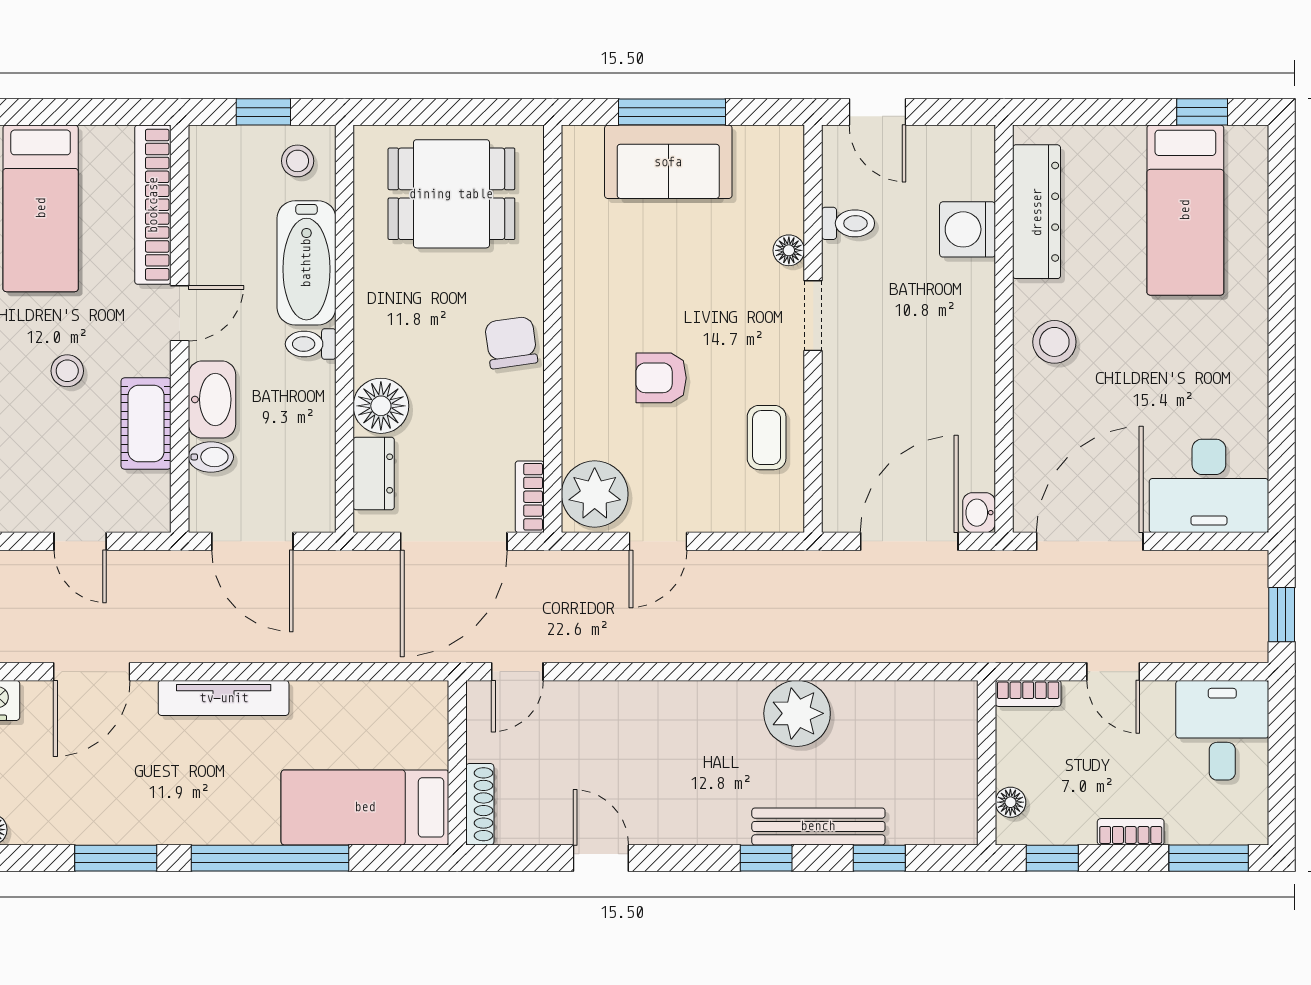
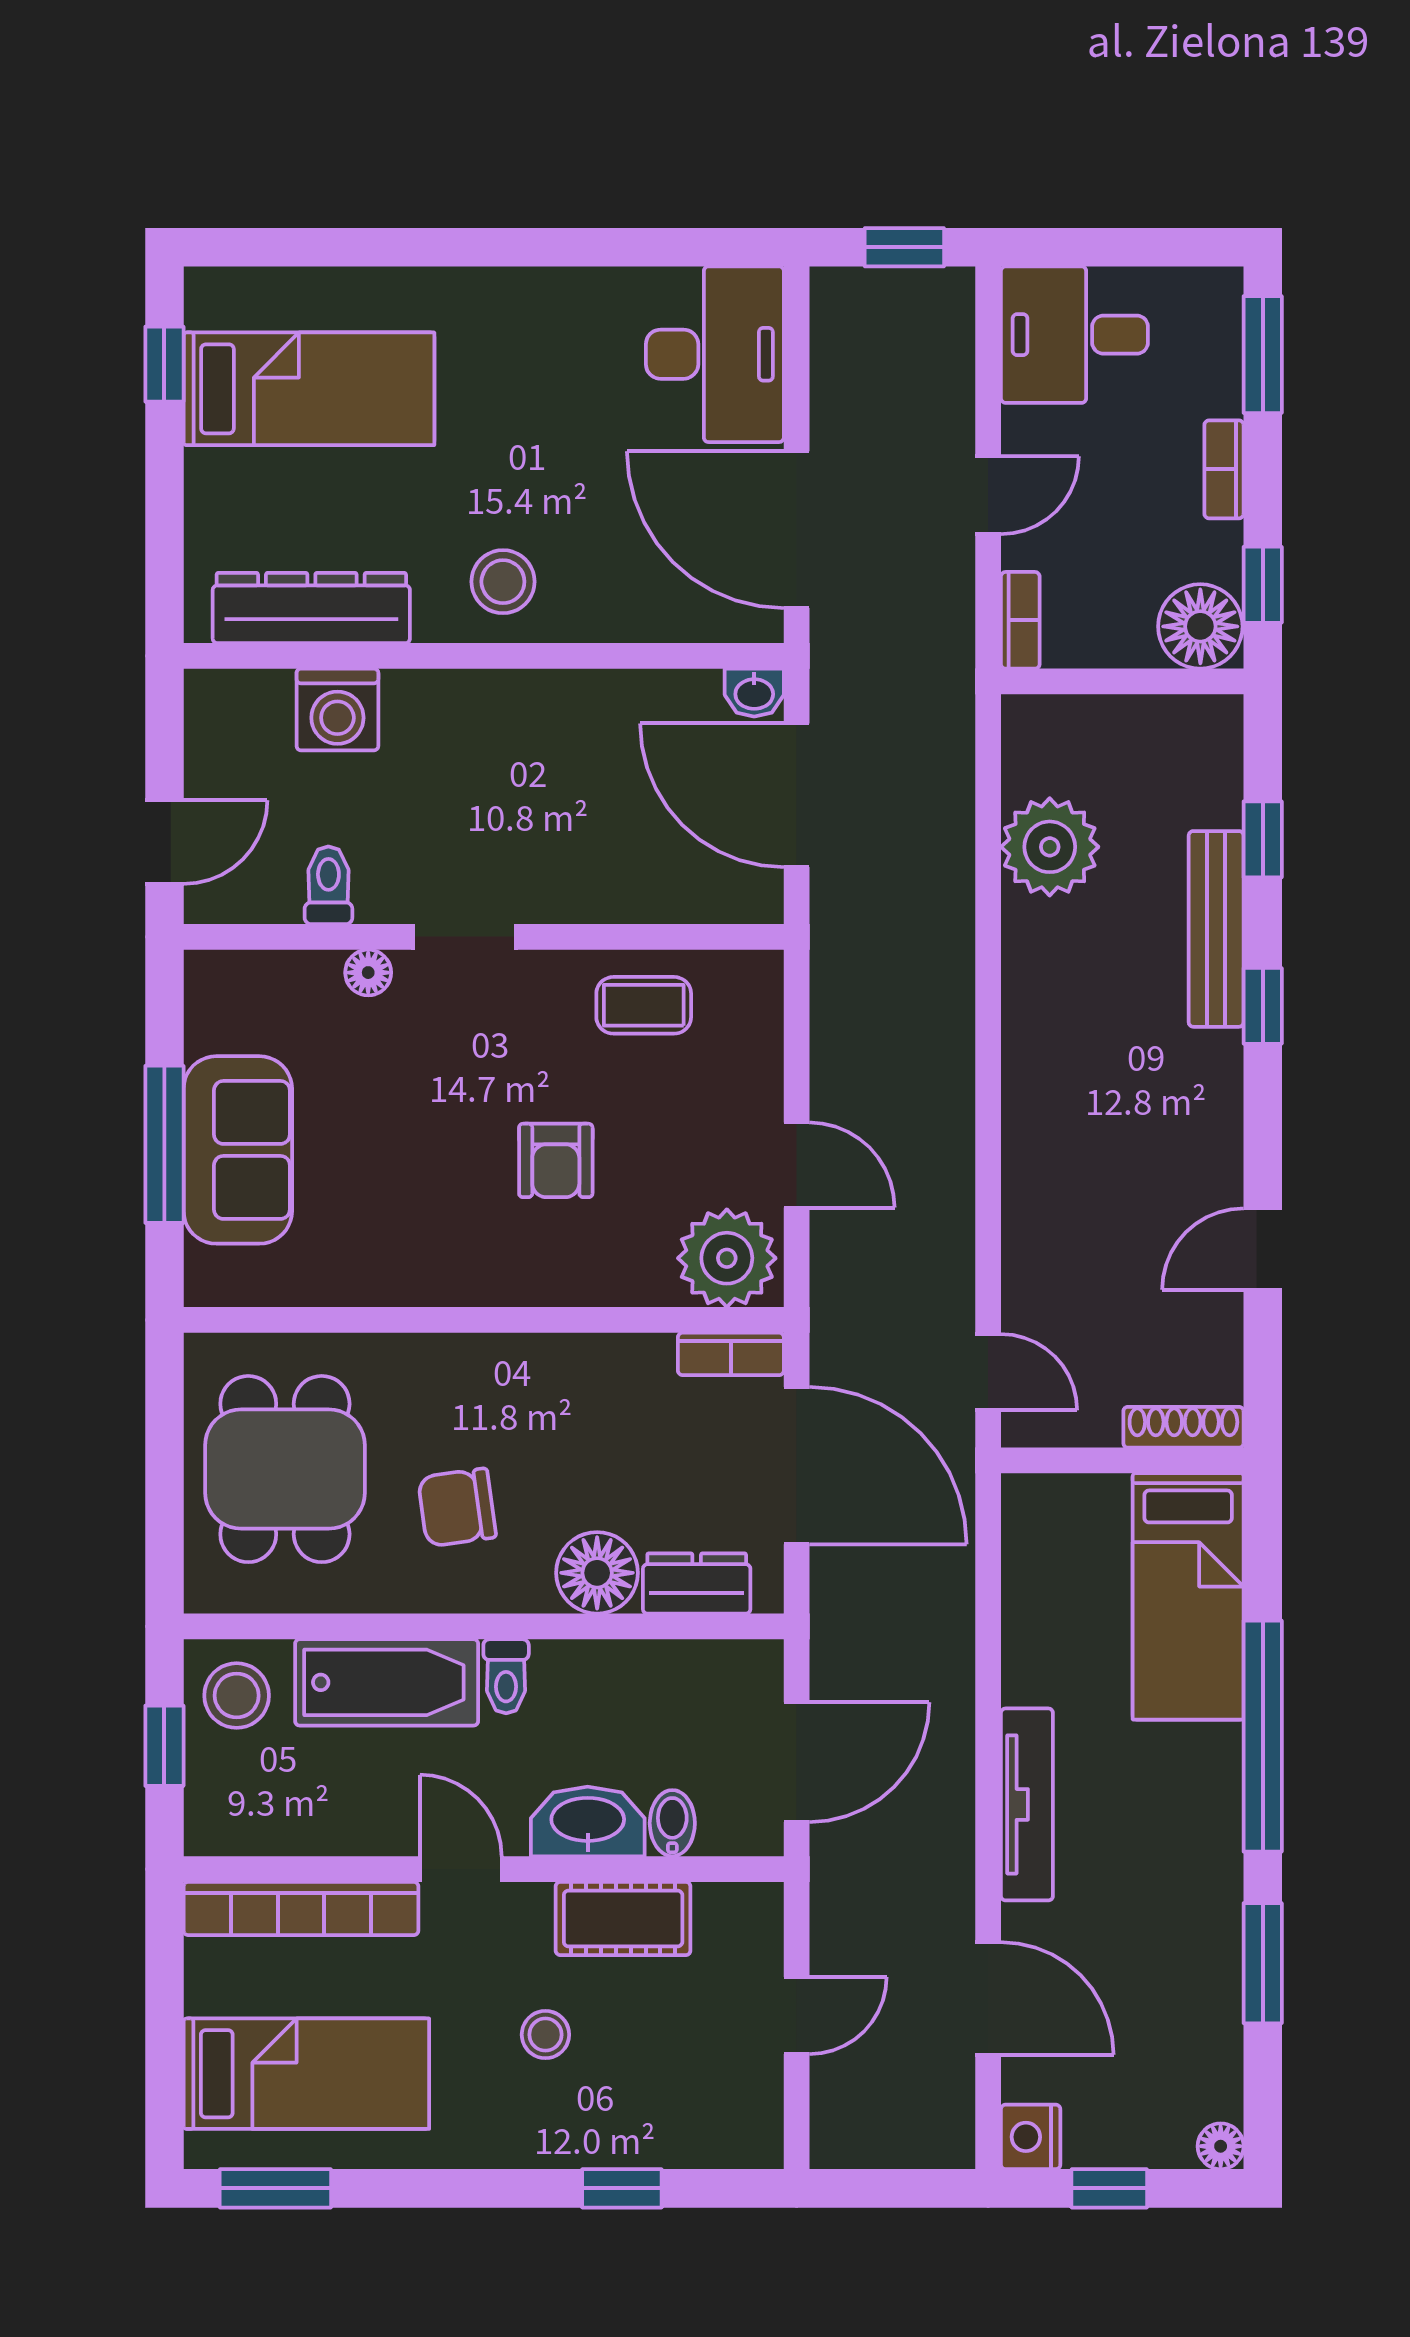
stool: (298, 161) -> (237, 1696), width x1.37, depth x1.37
chair: (511, 343) -> (457, 1507), moved
plant: (797, 713) -> (1050, 847), moved
floor lamp: (1010, 802) -> (1200, 626), width x1.89, depth x1.89

